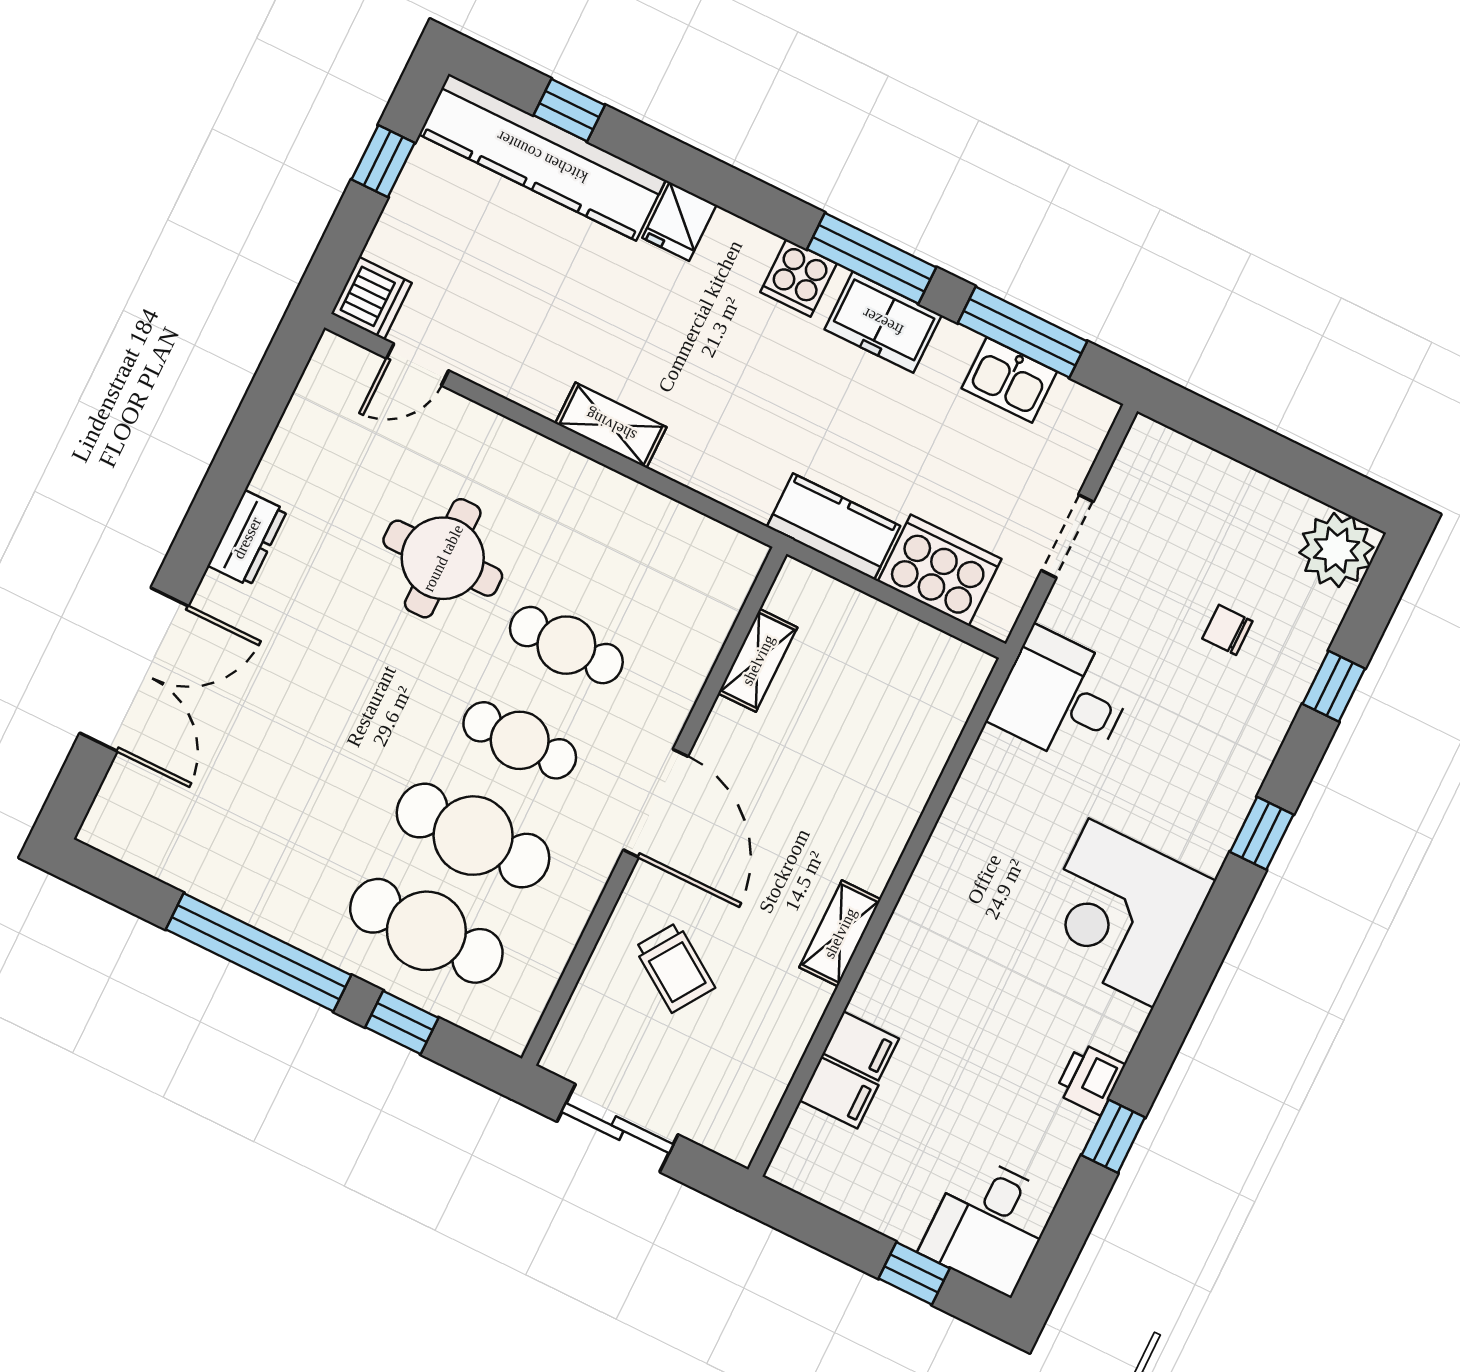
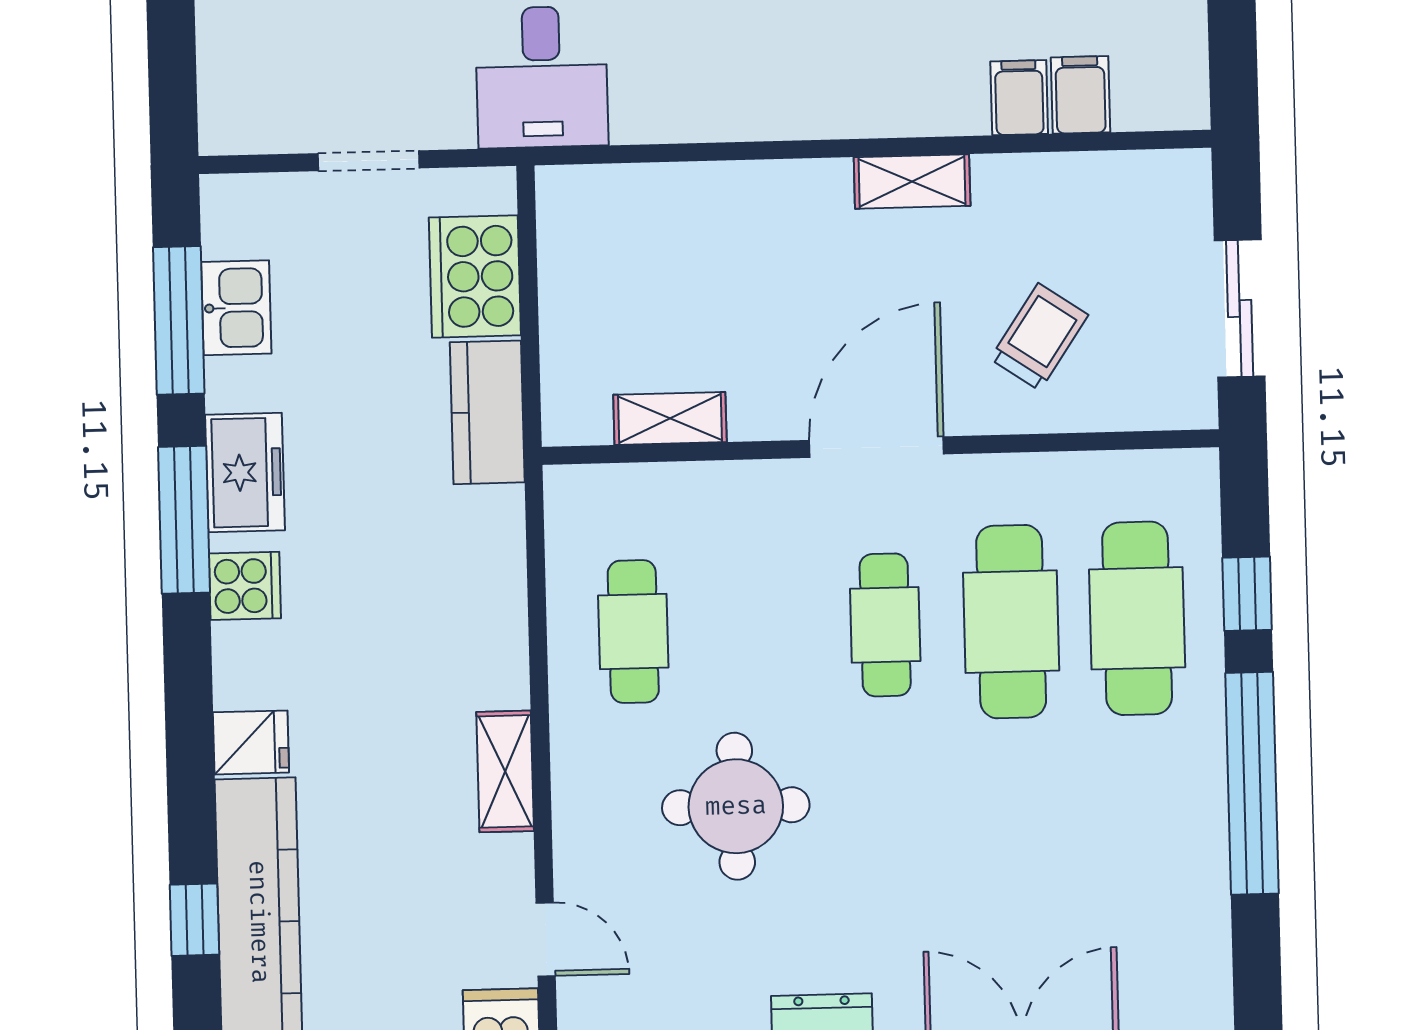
shelving: (611, 425) -> (505, 771), moved
cafe table: (566, 645) -> (633, 632), moved

